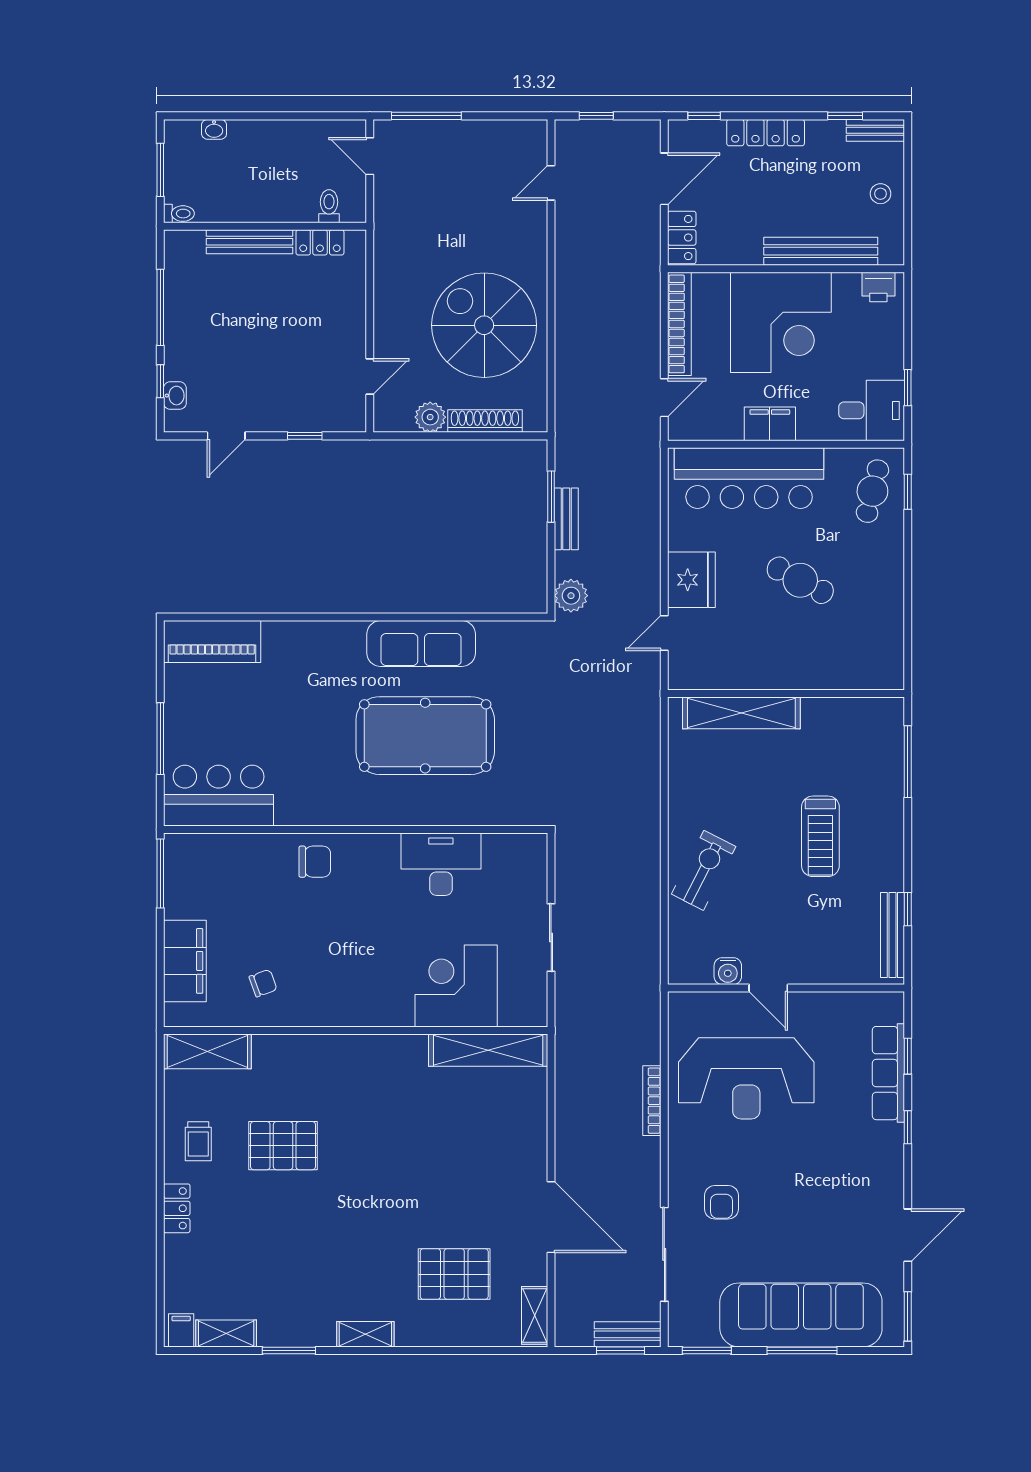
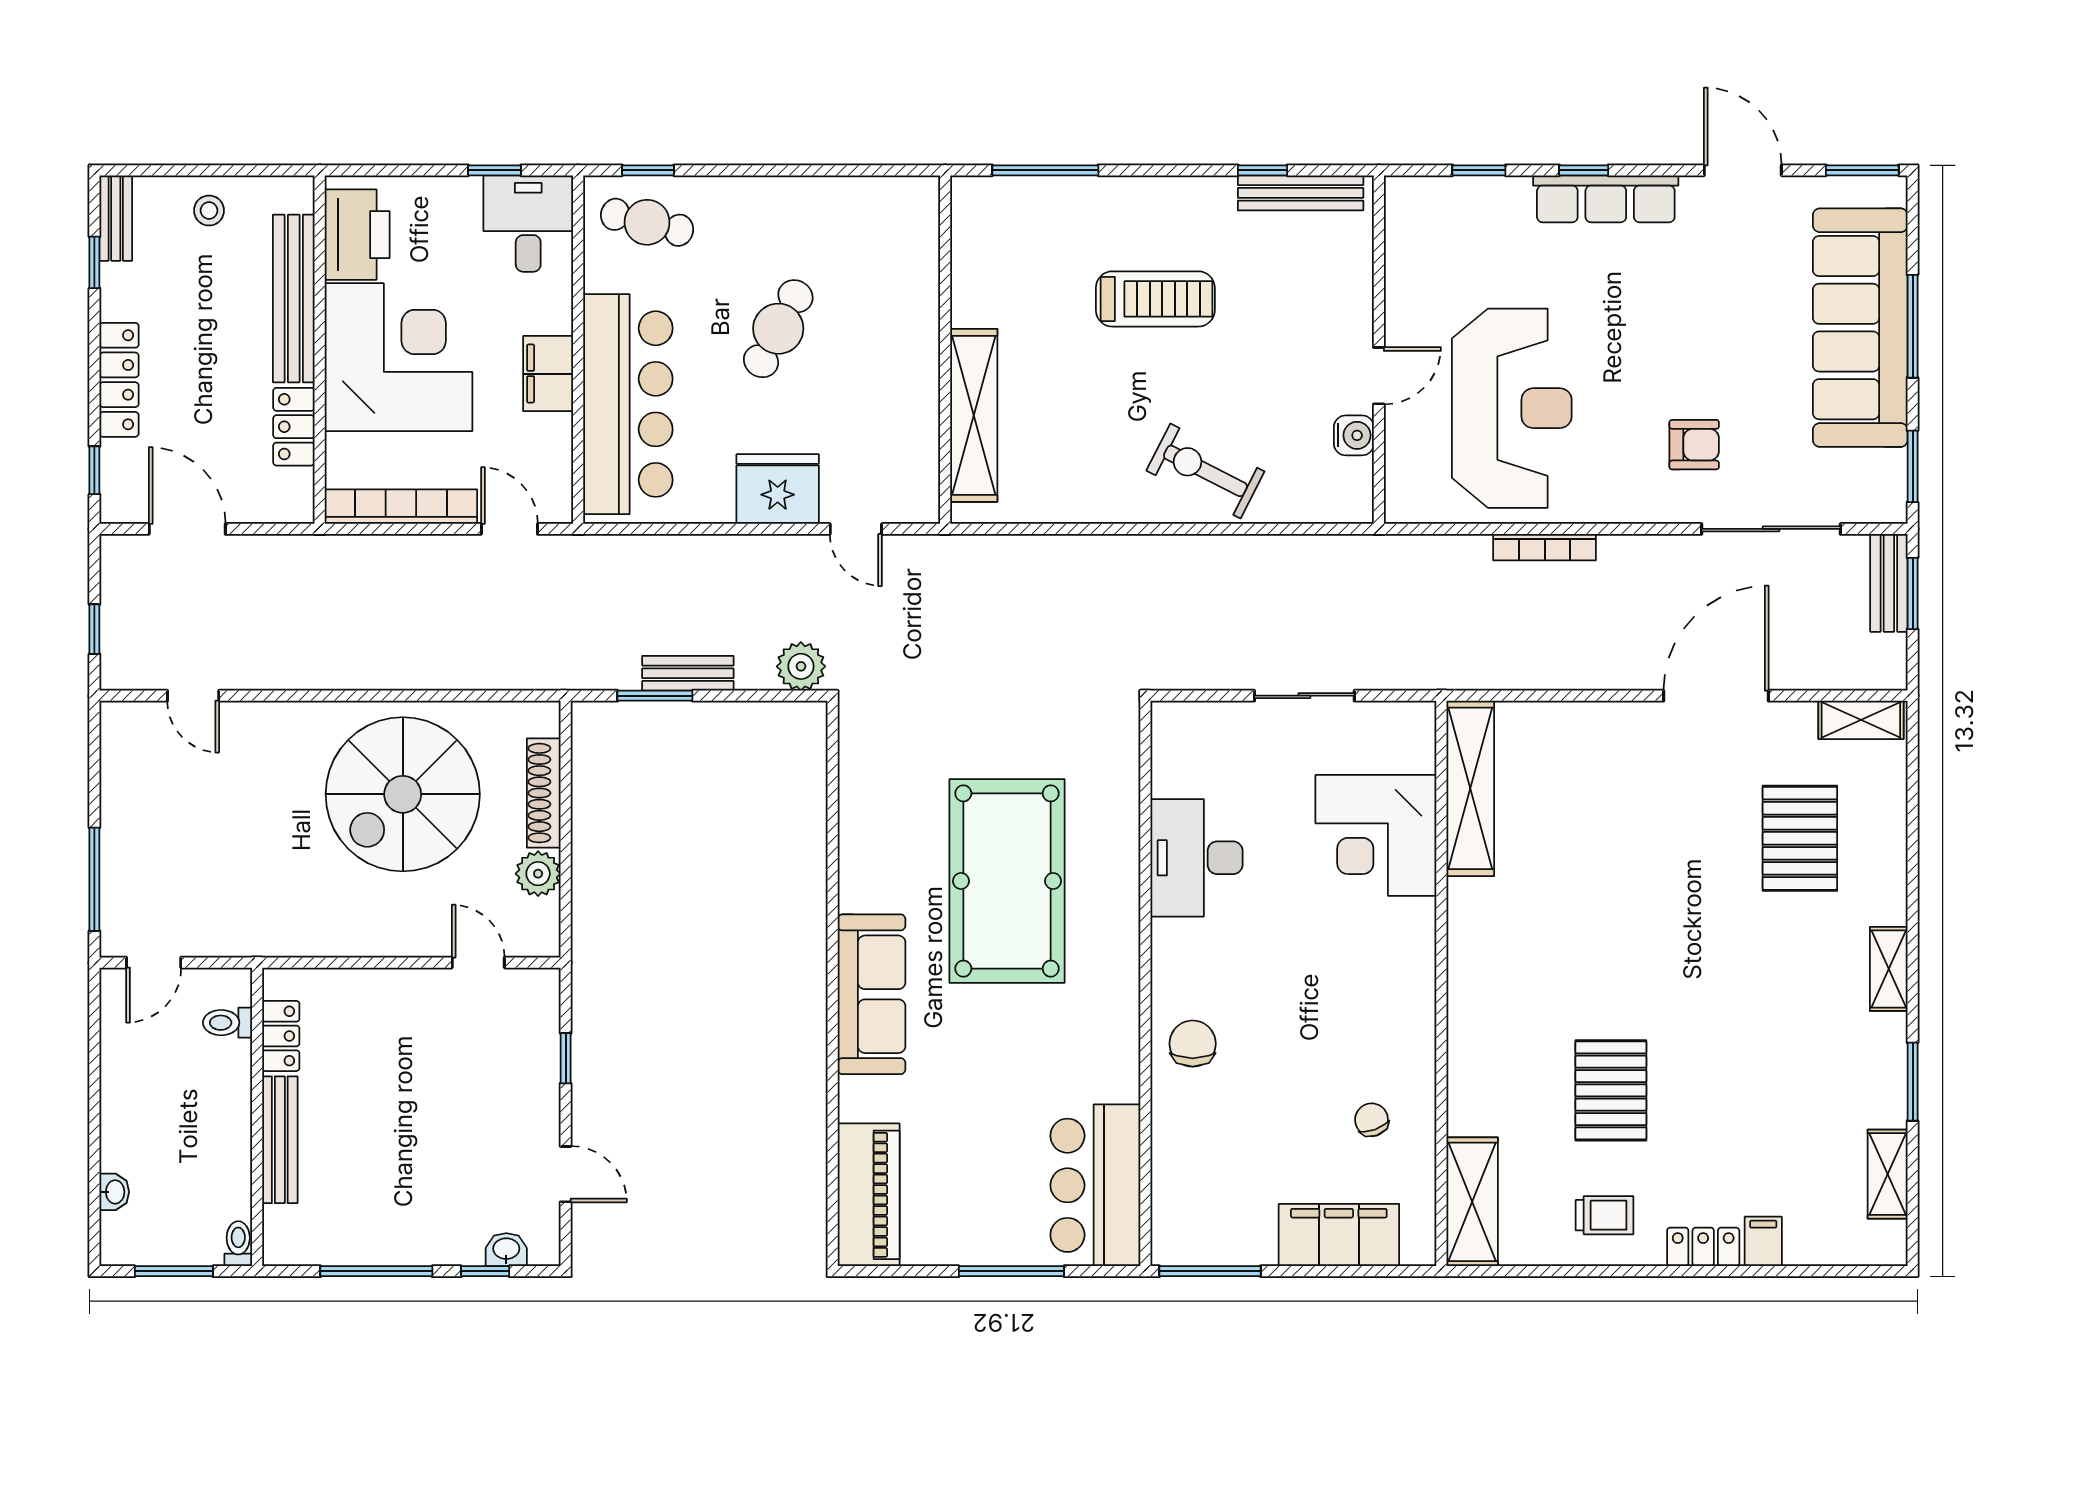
locker: (682, 238) -> (294, 427), moved, turned -90
printer: (878, 287) -> (357, 235), width x1.87, depth x1.48
sofa: (421, 644) -> (871, 994), moved
row of seats: (888, 1073) -> (1606, 199), moved
filing cabinet: (181, 1330) -> (1763, 1241), moved, turned 90

